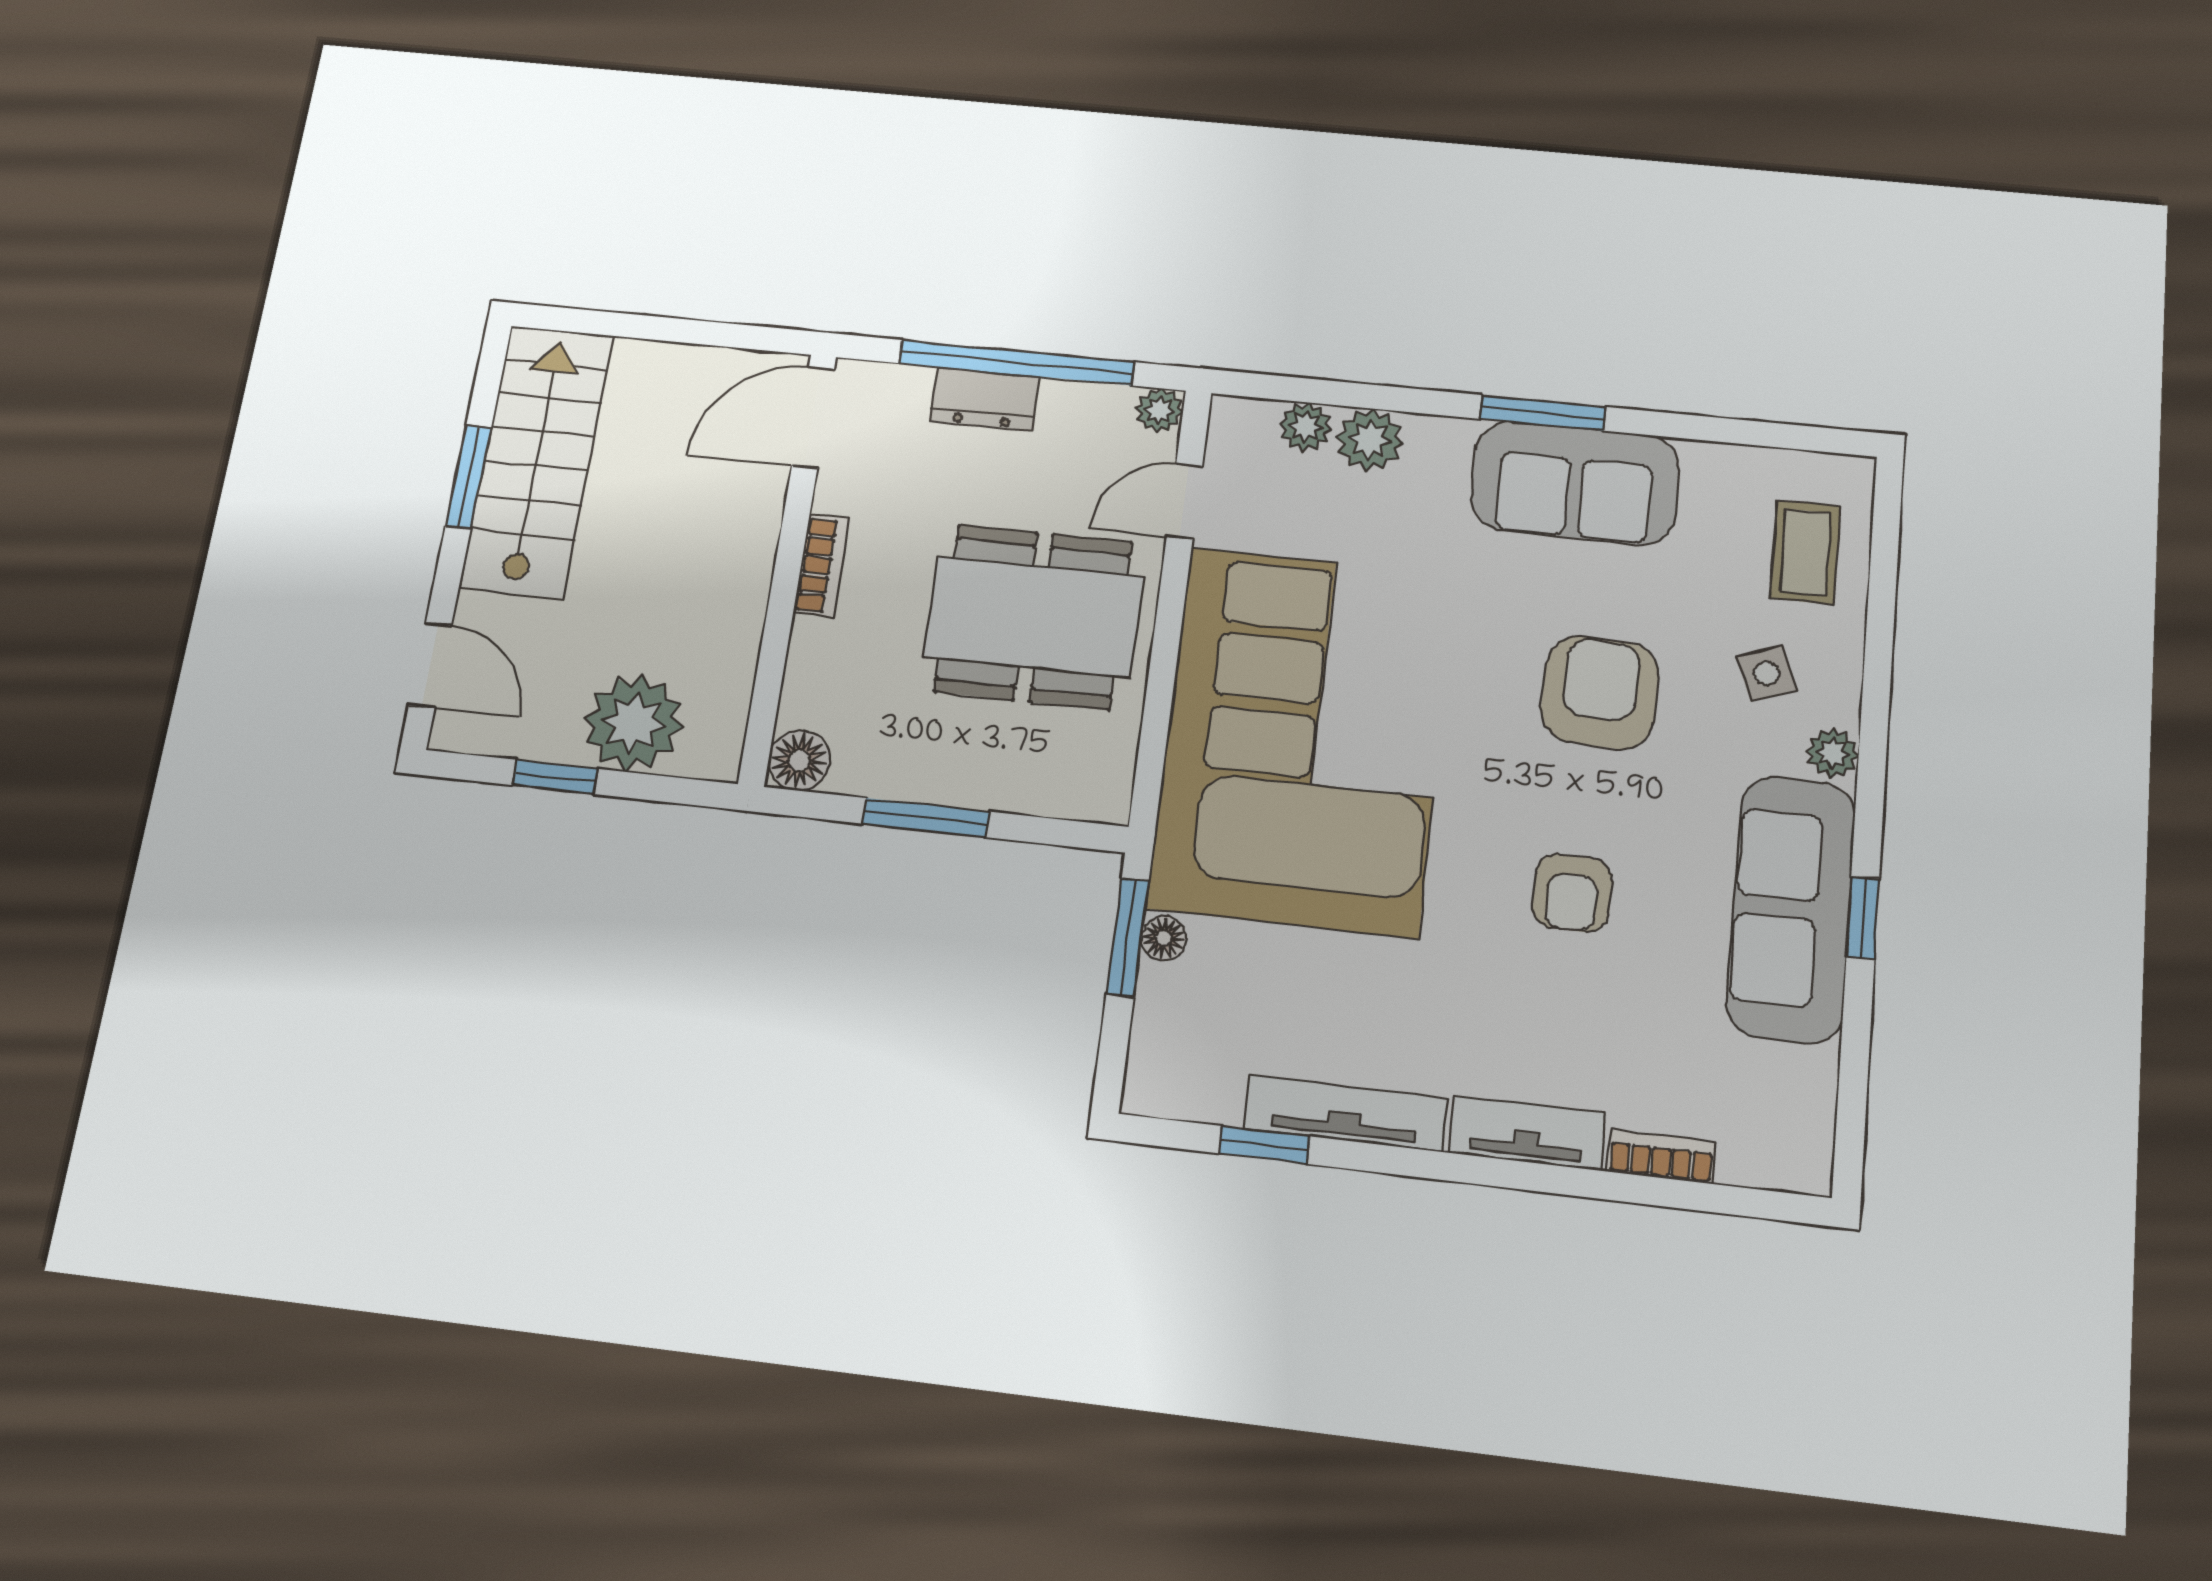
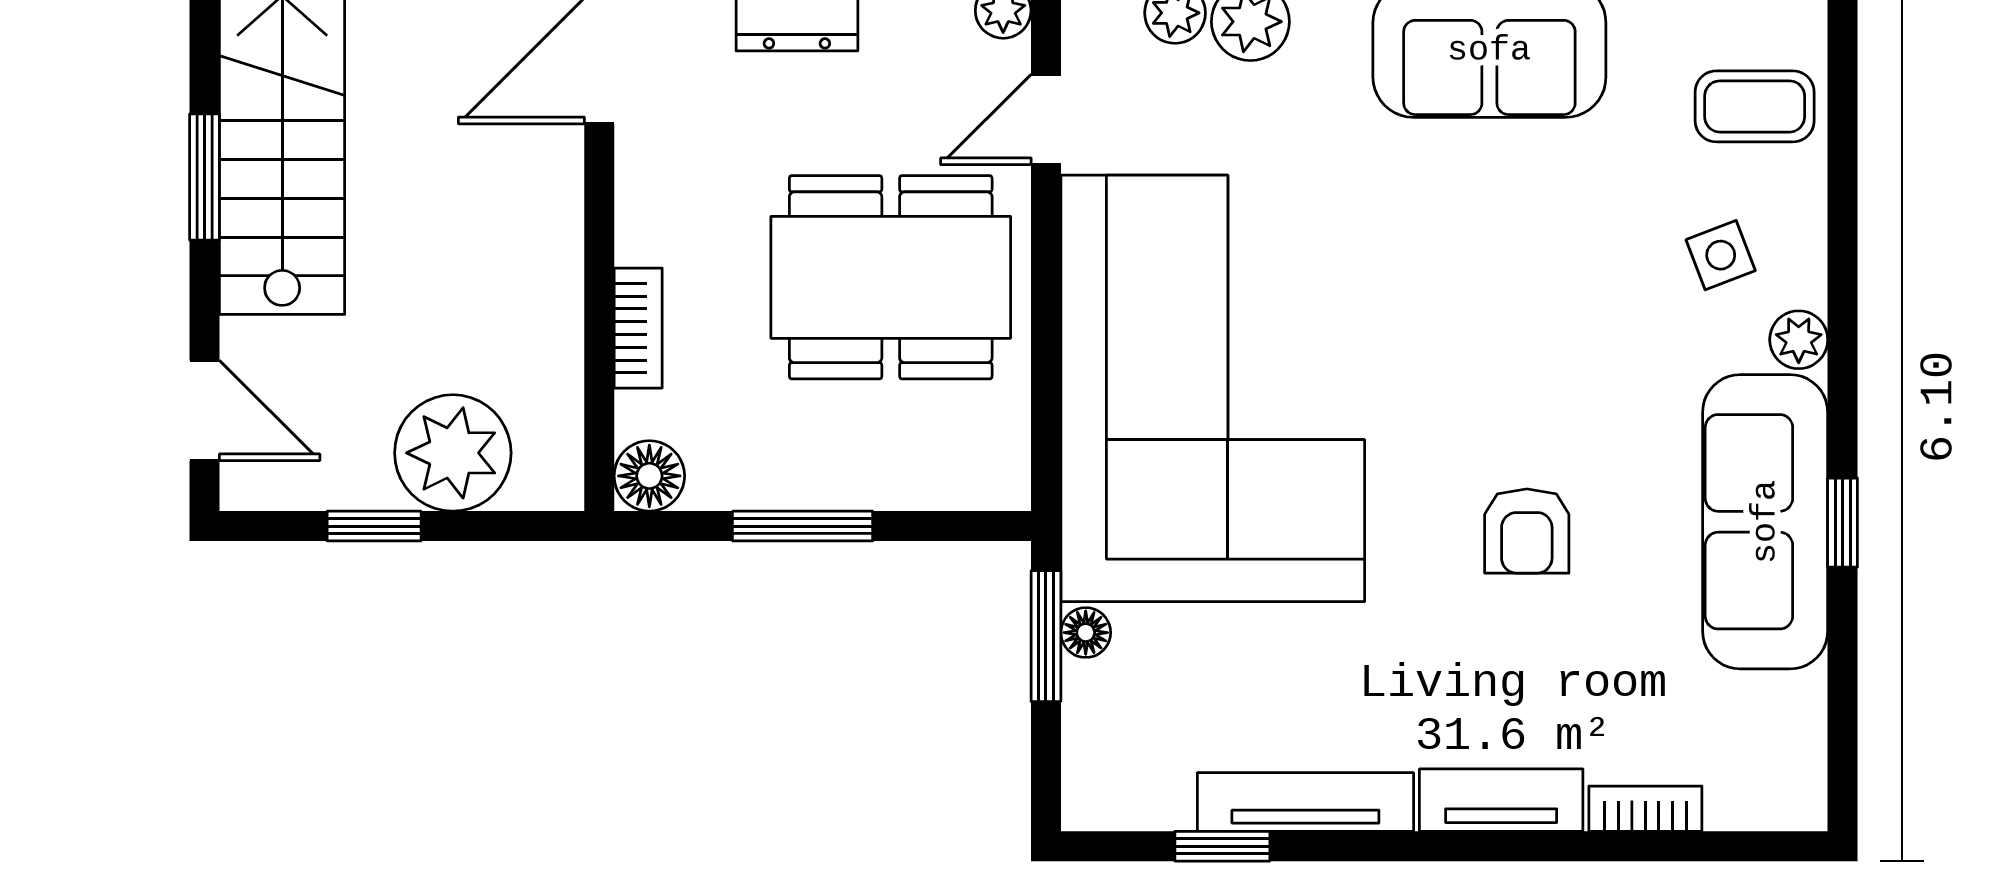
coffee table: (1805, 552) -> (1755, 106), turned 90
bookcase: (822, 566) -> (638, 328), moved
armchair: (1600, 692) -> (1538, 298), removed

